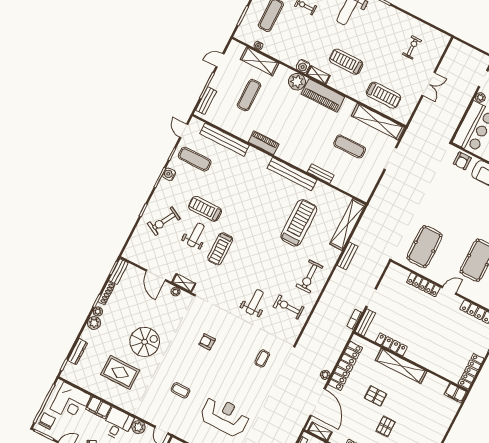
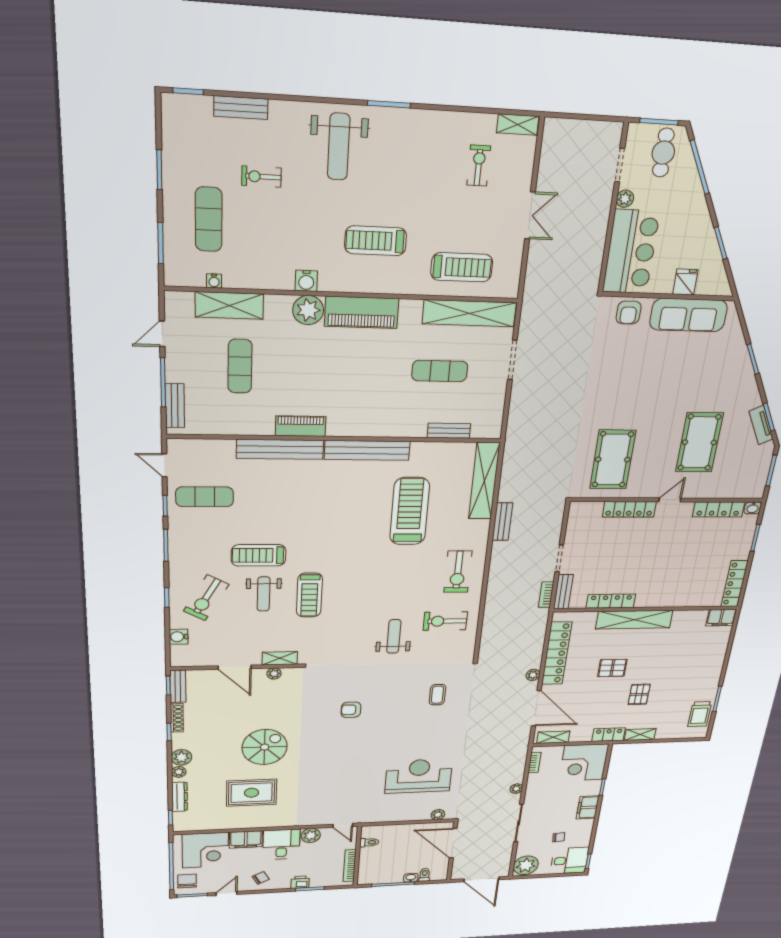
shelving: (318, 75) -> (518, 125), moved
bench: (225, 140) -> (280, 449), moved
water cooler: (169, 174) -> (179, 637), moved
bench: (321, 174) -> (449, 431), moved
weight bench: (196, 235) -> (264, 594), turned 180
plant: (98, 311) -> (179, 772), moved
coffee table: (180, 390) -> (344, 776), removed

